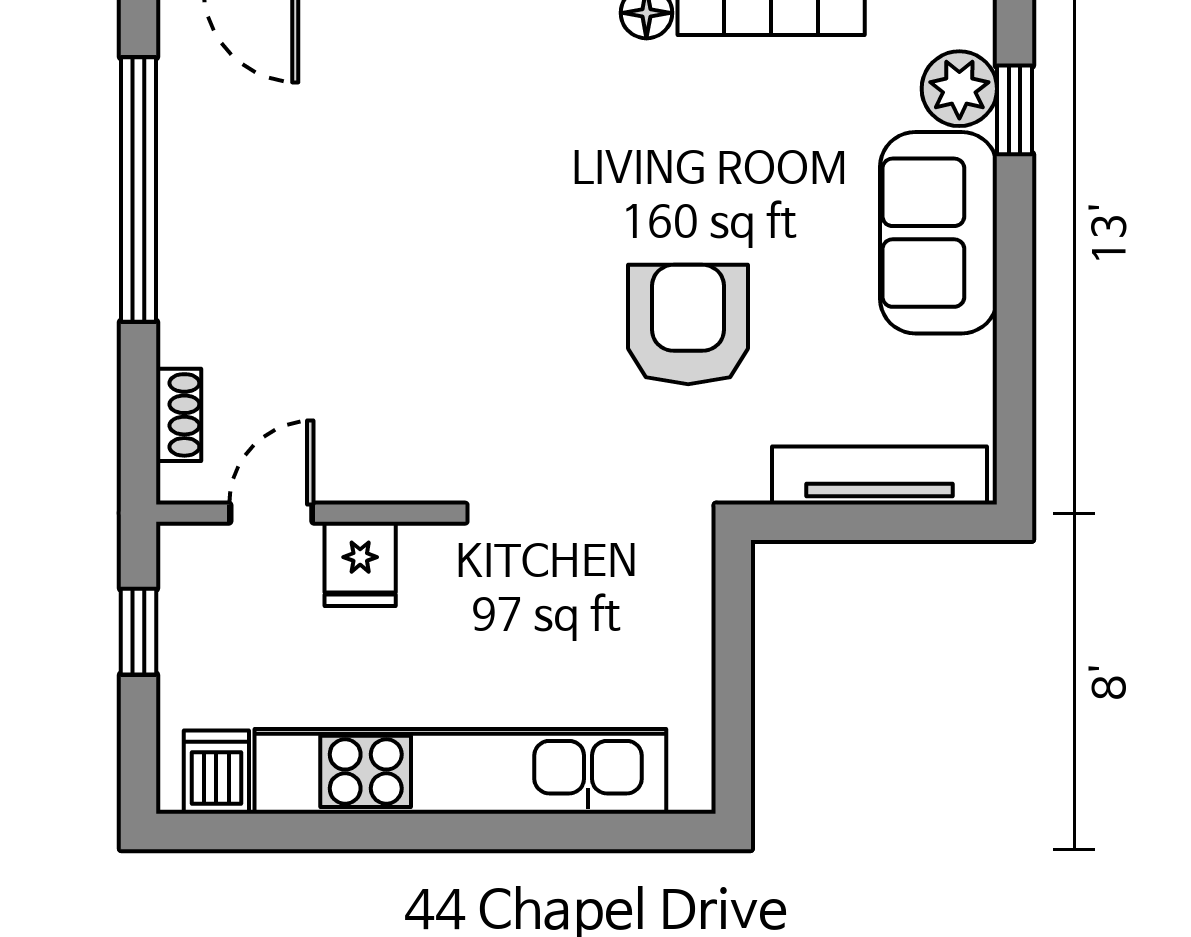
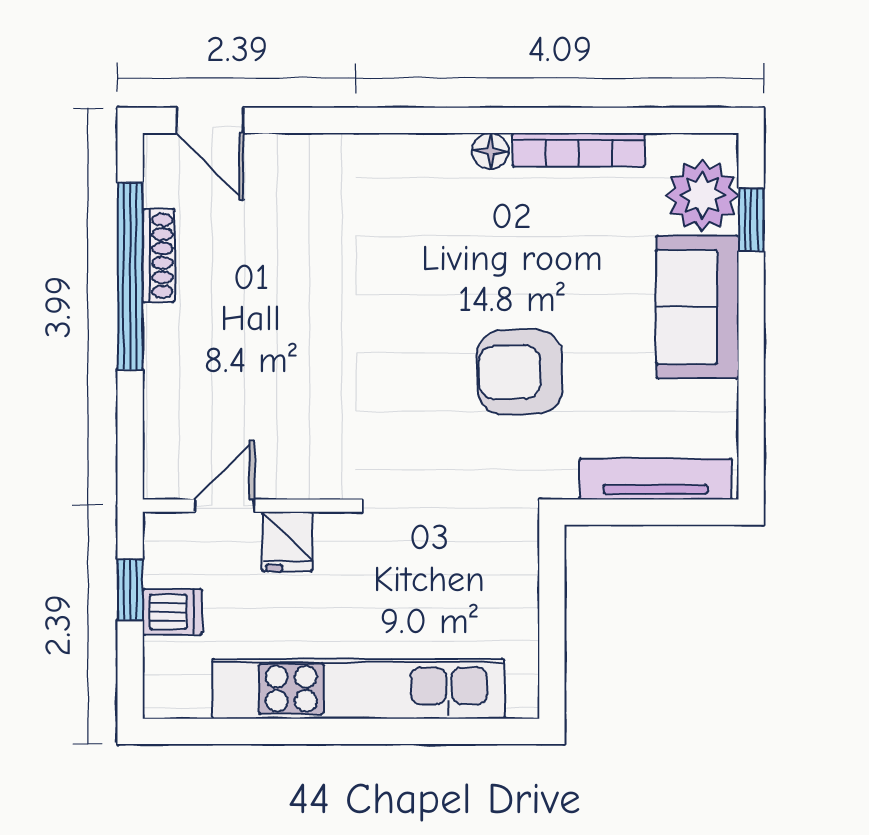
plant: (959, 89) -> (702, 195), width x1.36, depth x1.36
armchair: (688, 325) -> (520, 372), turned -91
shoe rack: (179, 415) -> (159, 256), moved, width x1.43
dishwasher: (216, 772) -> (172, 612), moved, turned 90

